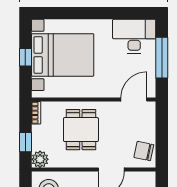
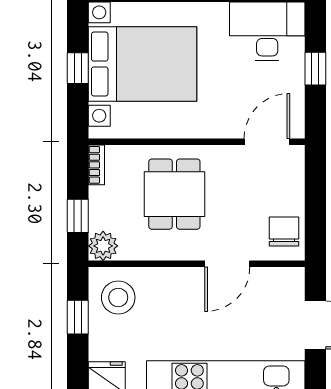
window: (162, 58) -> (315, 69), width x0.46
chair: (144, 151) -> (284, 231), turned 78

